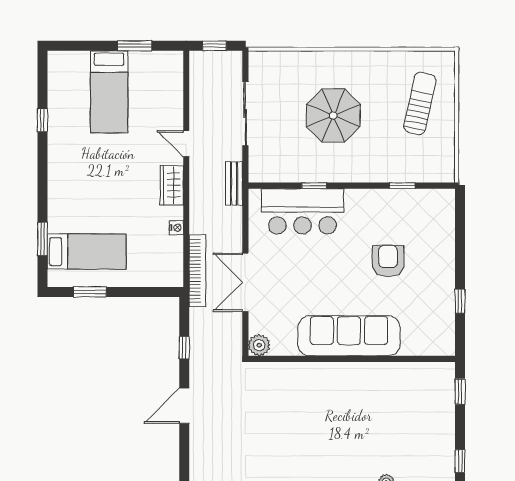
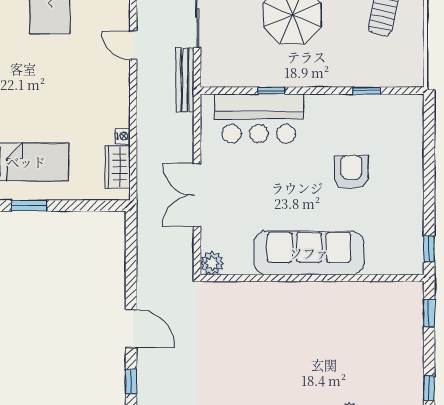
bench: (234, 183) -> (185, 80), width x1.36
wardrobe: (172, 185) -> (118, 167), moved
bookcase: (197, 271) -> (145, 183), removed
window: (460, 301) -> (429, 249), moved
window: (184, 348) -> (131, 381), moved
door: (184, 406) -> (131, 329), swing flipped

